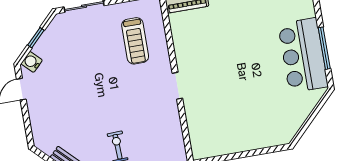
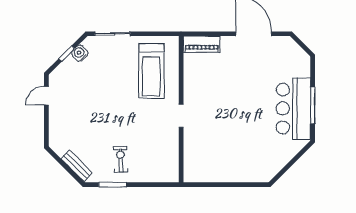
treadmill: (135, 41) -> (151, 71), width x1.37, depth x1.38
water cooler: (32, 62) -> (80, 53), moved

